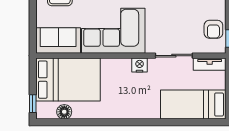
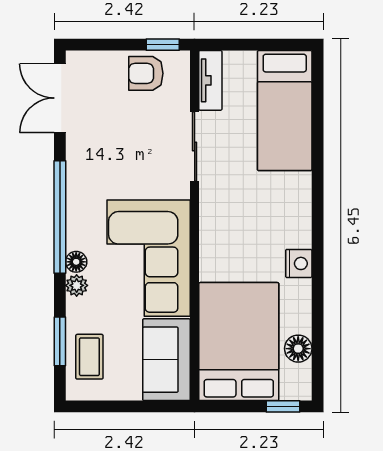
armchair: (213, 29) -> (146, 73), turned 180
nightstand: (140, 65) -> (299, 263), moved, turned 180

